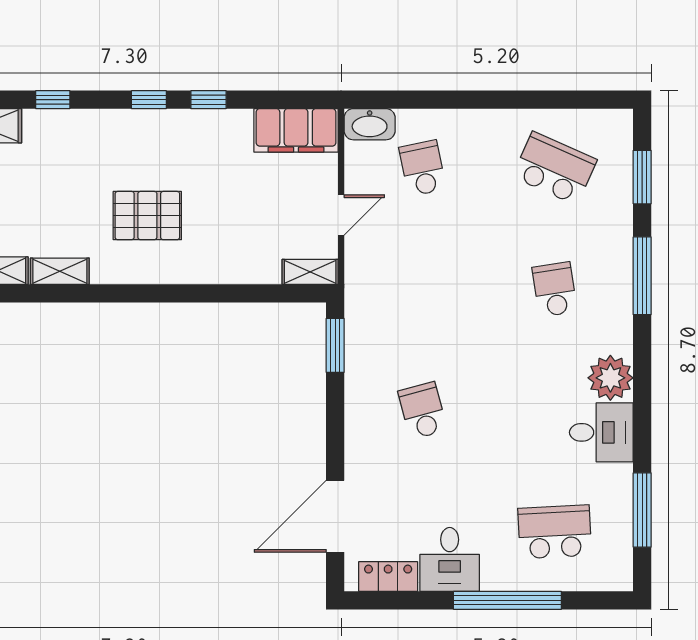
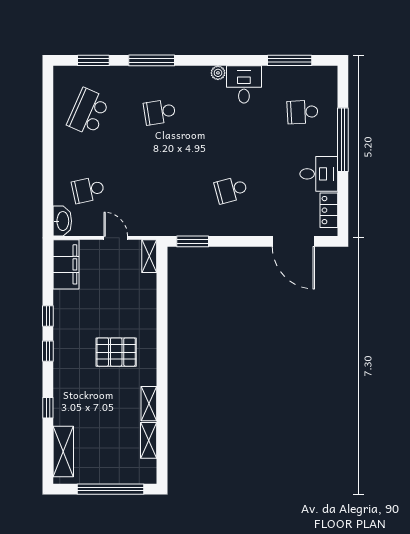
pallet: (147, 216) -> (116, 352), turned 90
plant: (610, 378) -> (218, 73), width x0.53, depth x0.53
school desk: (555, 532) -> (303, 112), width x0.54

